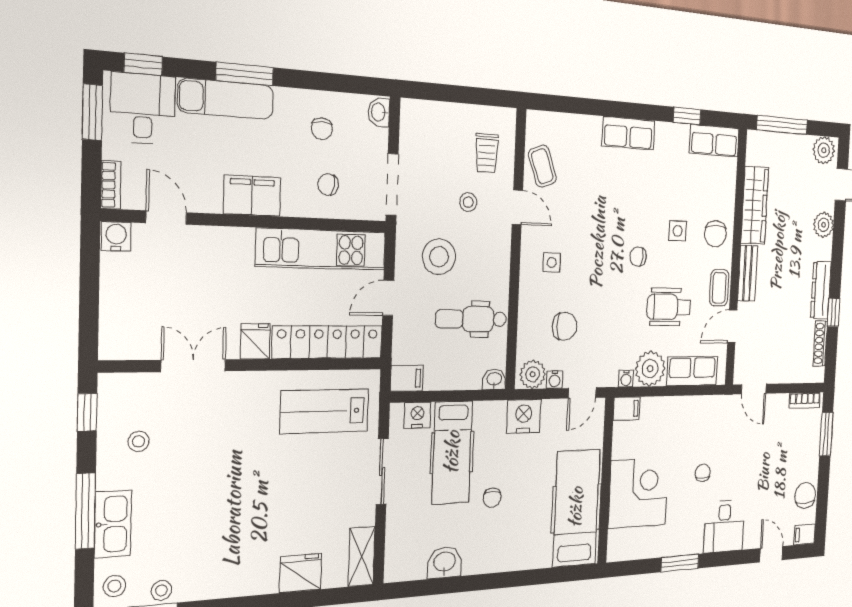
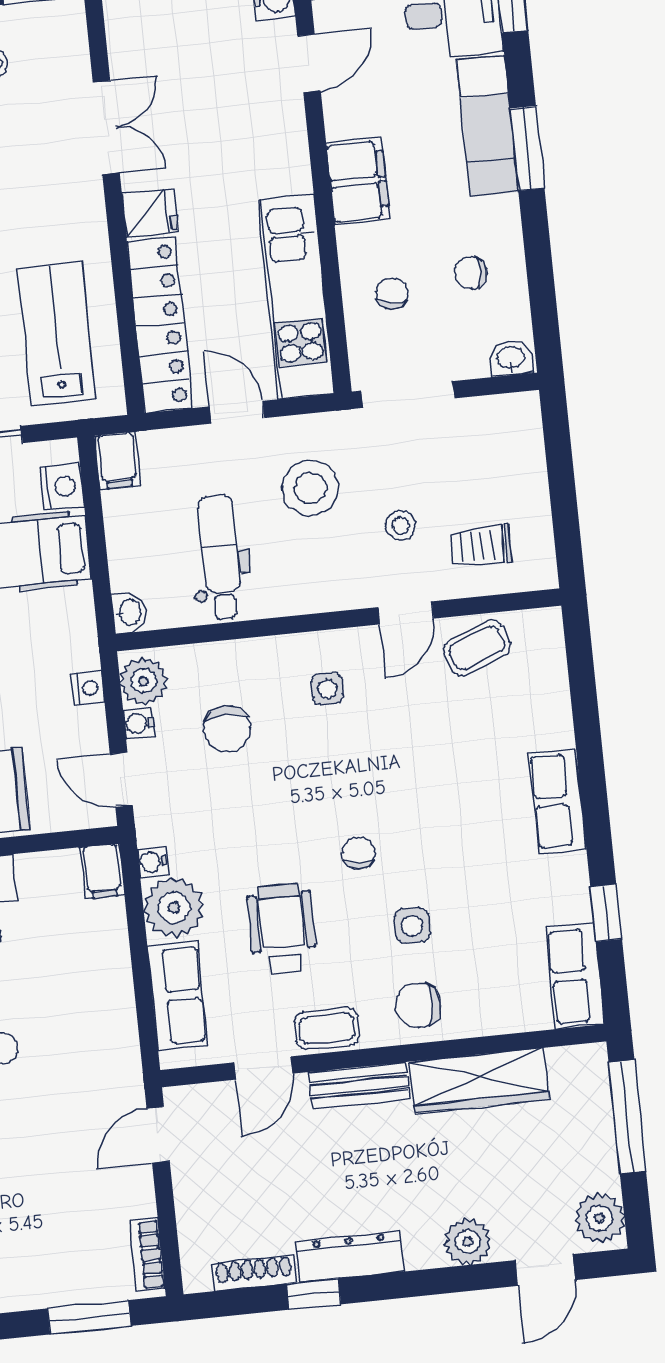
door: (732, 326) -> (263, 1068), swing flipped
nightstand: (524, 416) -> (88, 688), width x0.53, depth x0.56

